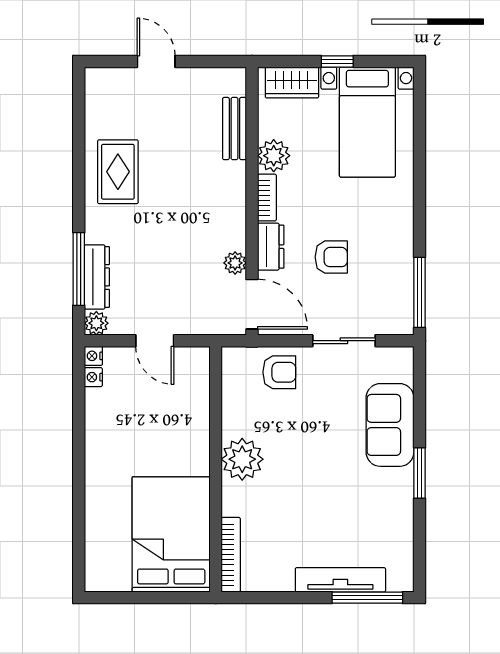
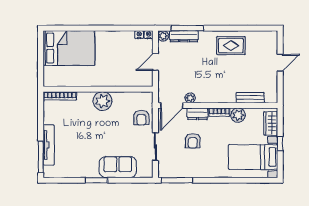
bed: (171, 534) -> (69, 48), moved

